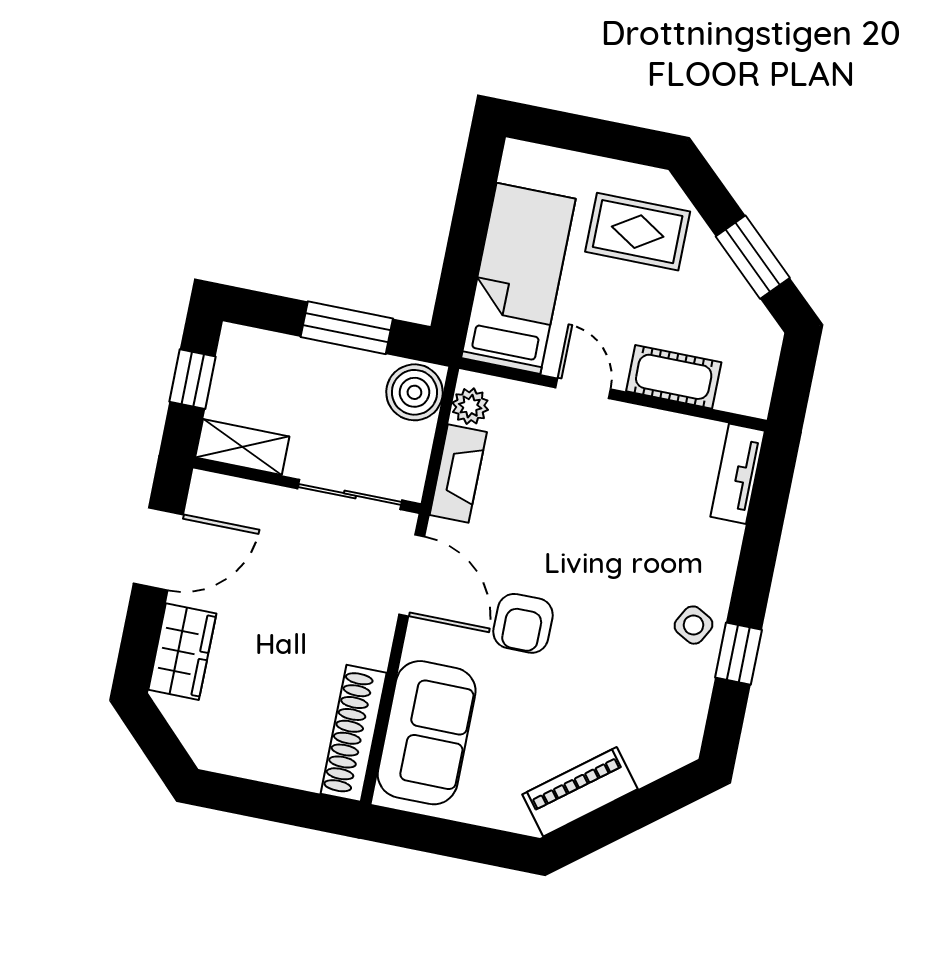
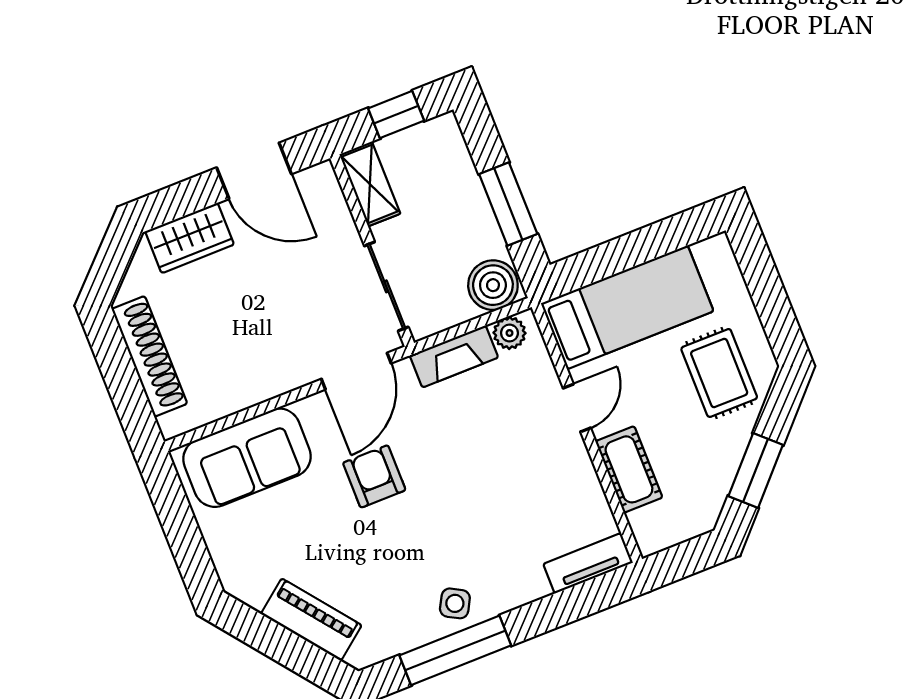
armchair: (523, 623) -> (374, 476), turned 90
window: (738, 654) -> (455, 650), width x2.17
shoe rack: (354, 733) -> (149, 356), moved, turned 90
piano: (580, 792) -> (311, 620), moved

